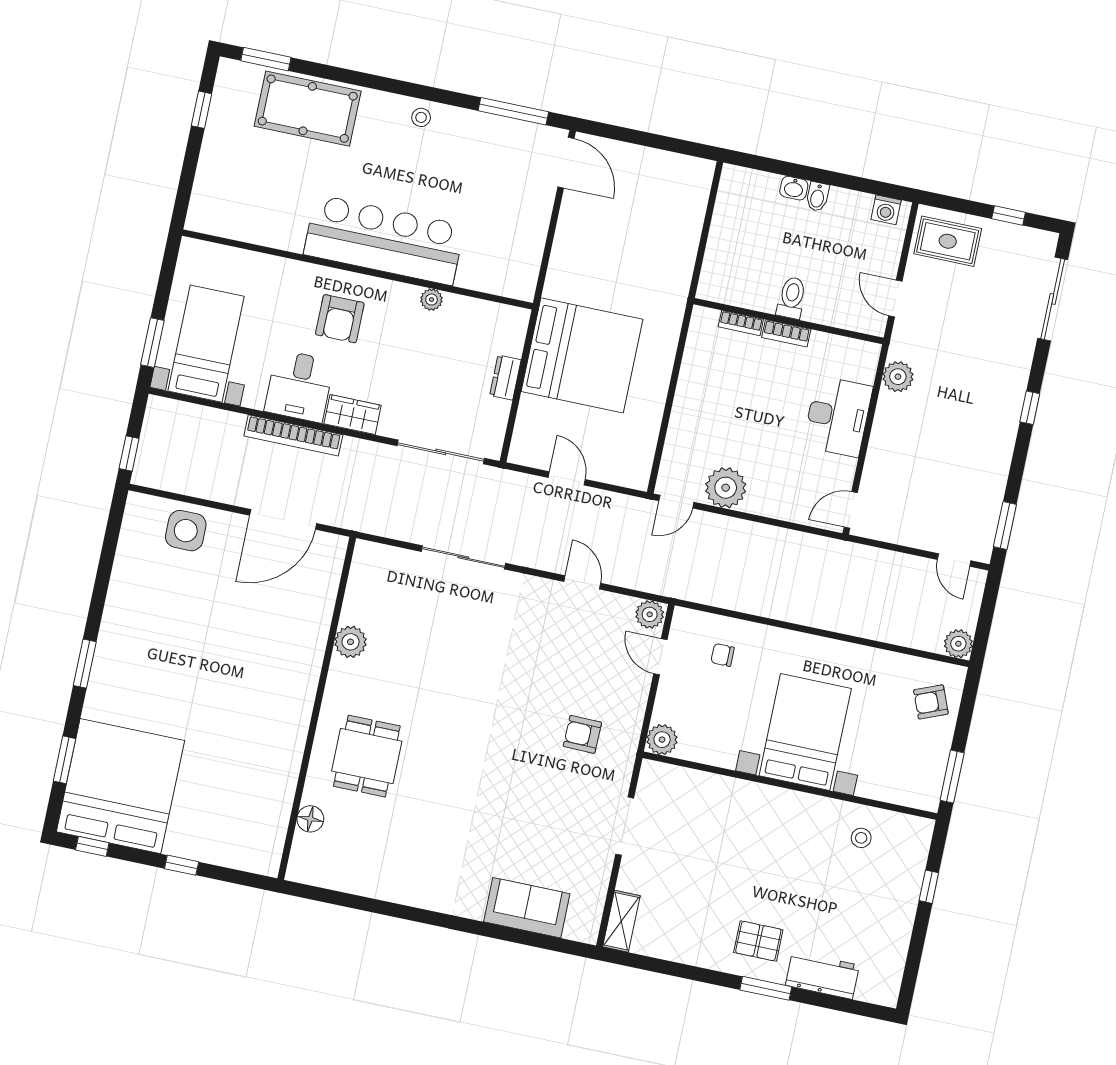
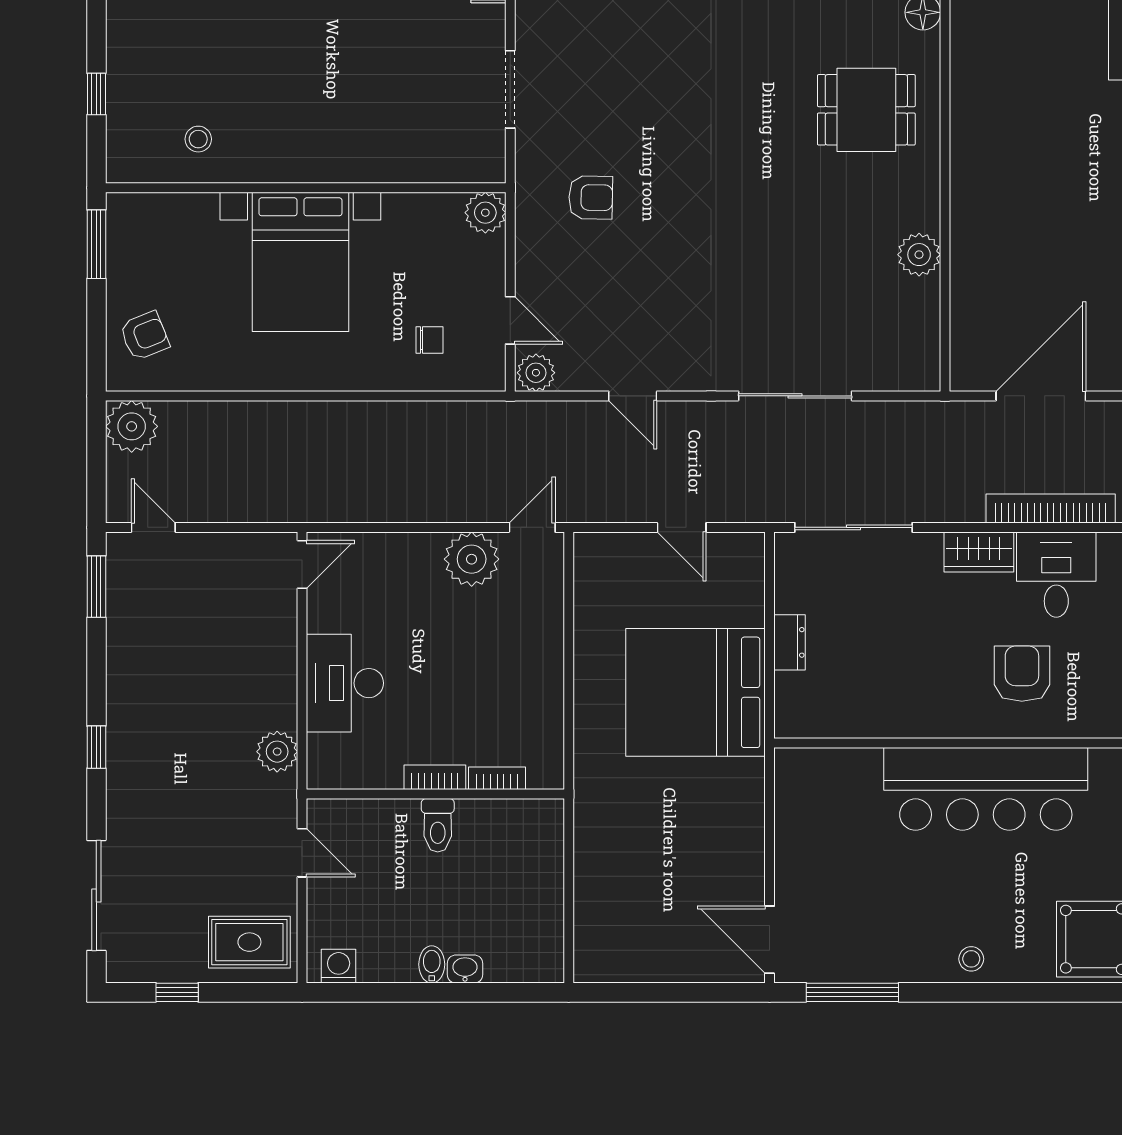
plant: (431, 300) -> (908, 724), removed
plant: (958, 644) -> (132, 426), width x1.36, depth x1.36
dining table: (367, 756) -> (866, 110), turned 90

